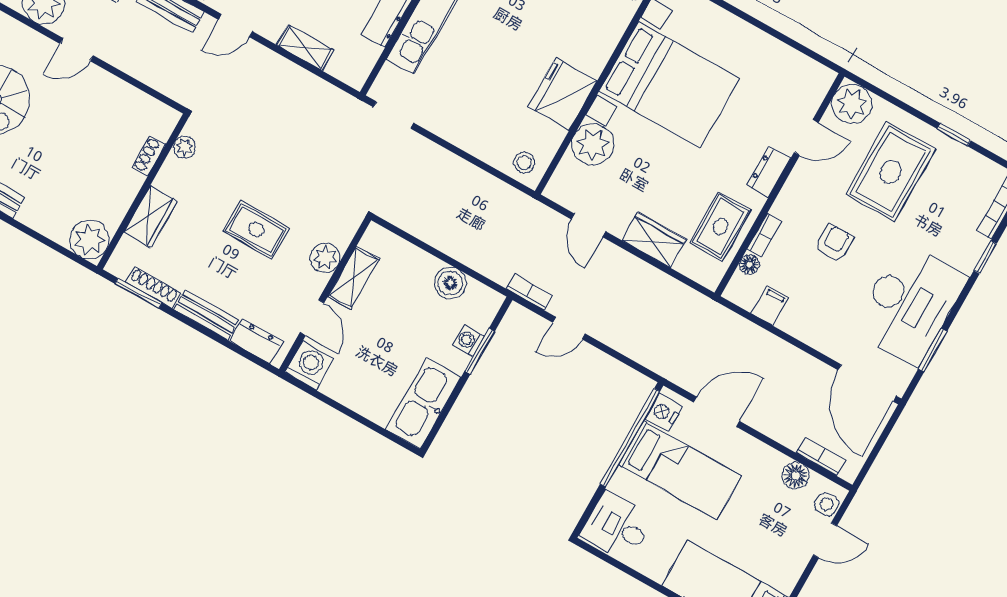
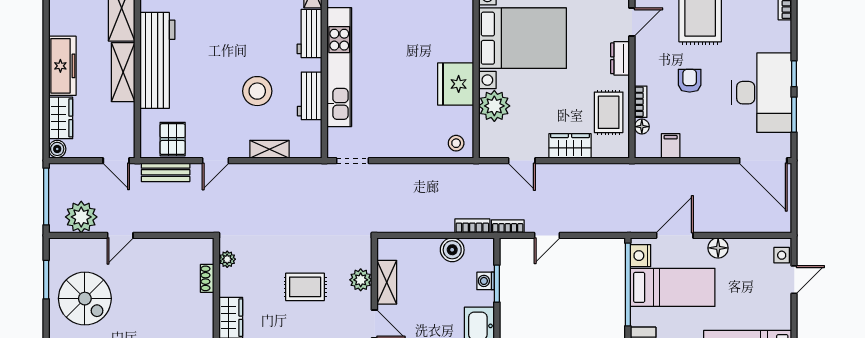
window: (985, 257) -> (794, 74), moved
bookcase: (821, 456) -> (472, 226), moved
floor lamp: (796, 476) -> (718, 248), moved

